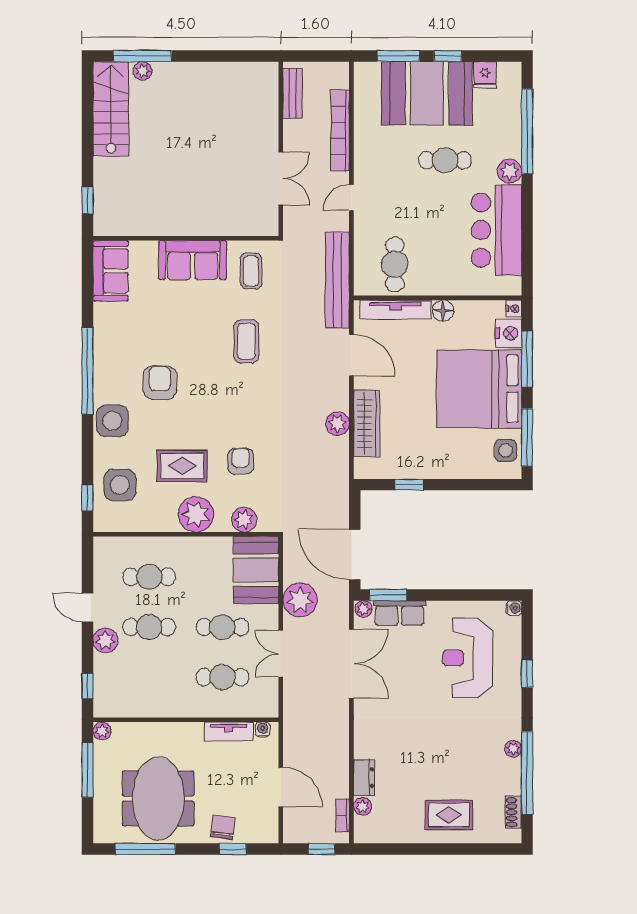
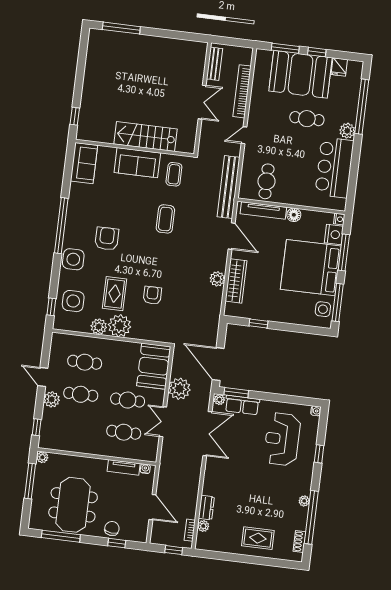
plant: (143, 71) -> (120, 38), removed
stairs: (111, 109) -> (145, 137), moved, turned -90
double door: (281, 179) -> (202, 102), moved
rug: (182, 466) -> (114, 294), turned 90
plant: (244, 520) -> (99, 327), moved

